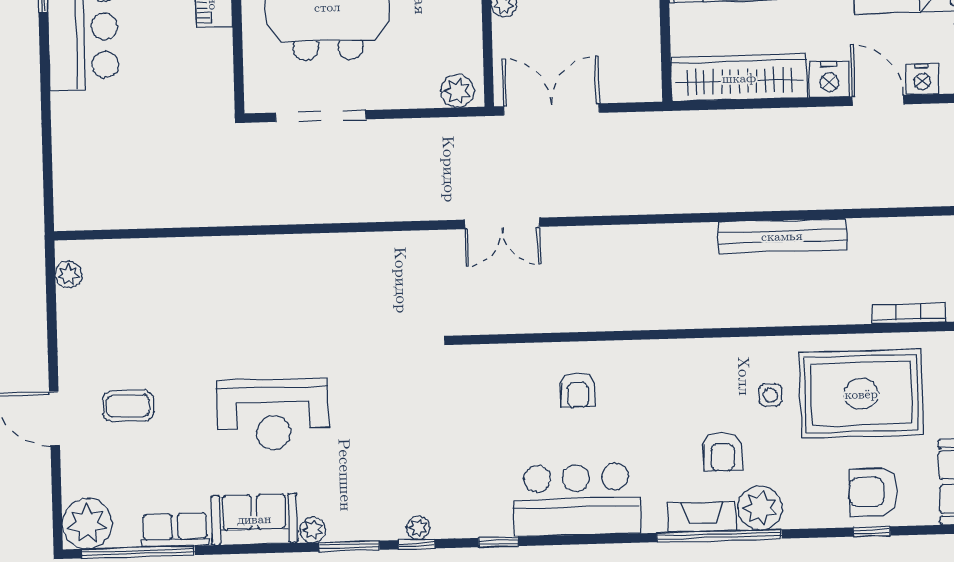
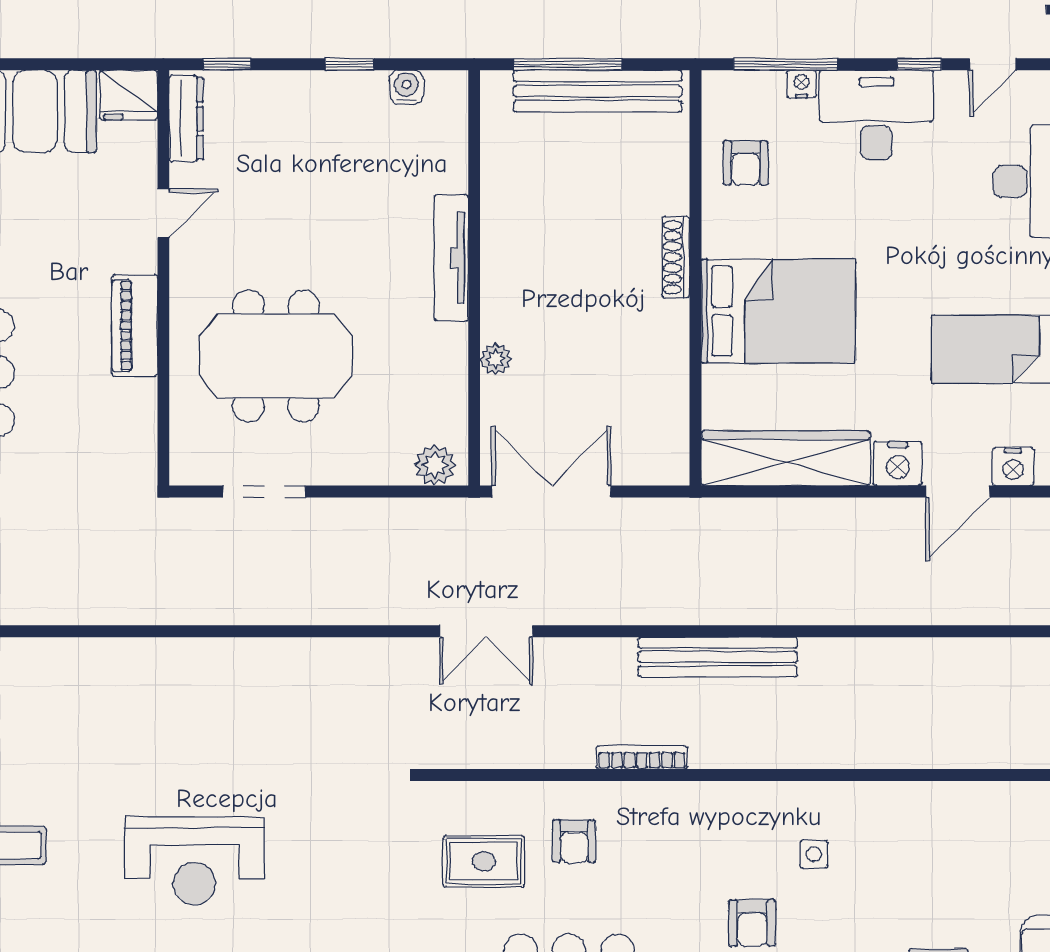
door: (878, 100) -> (958, 491), swing flipped
doorway: (321, 116) -> (264, 491), width x0.73
bench: (782, 236) -> (718, 657), moved
bookcase: (909, 313) -> (642, 757), moved
rug: (861, 394) -> (484, 861), moved, width x0.54, depth x0.49

